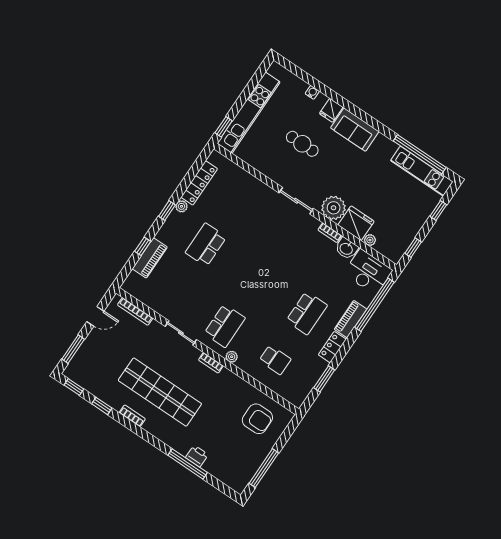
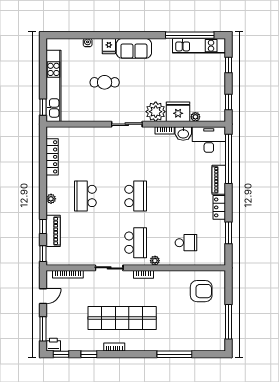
plant: (181, 206) -> (51, 199), moved
window: (167, 211) -> (43, 254), moved
school desk: (307, 313) -> (136, 196), moved
printer: (197, 456) -> (53, 345), moved

